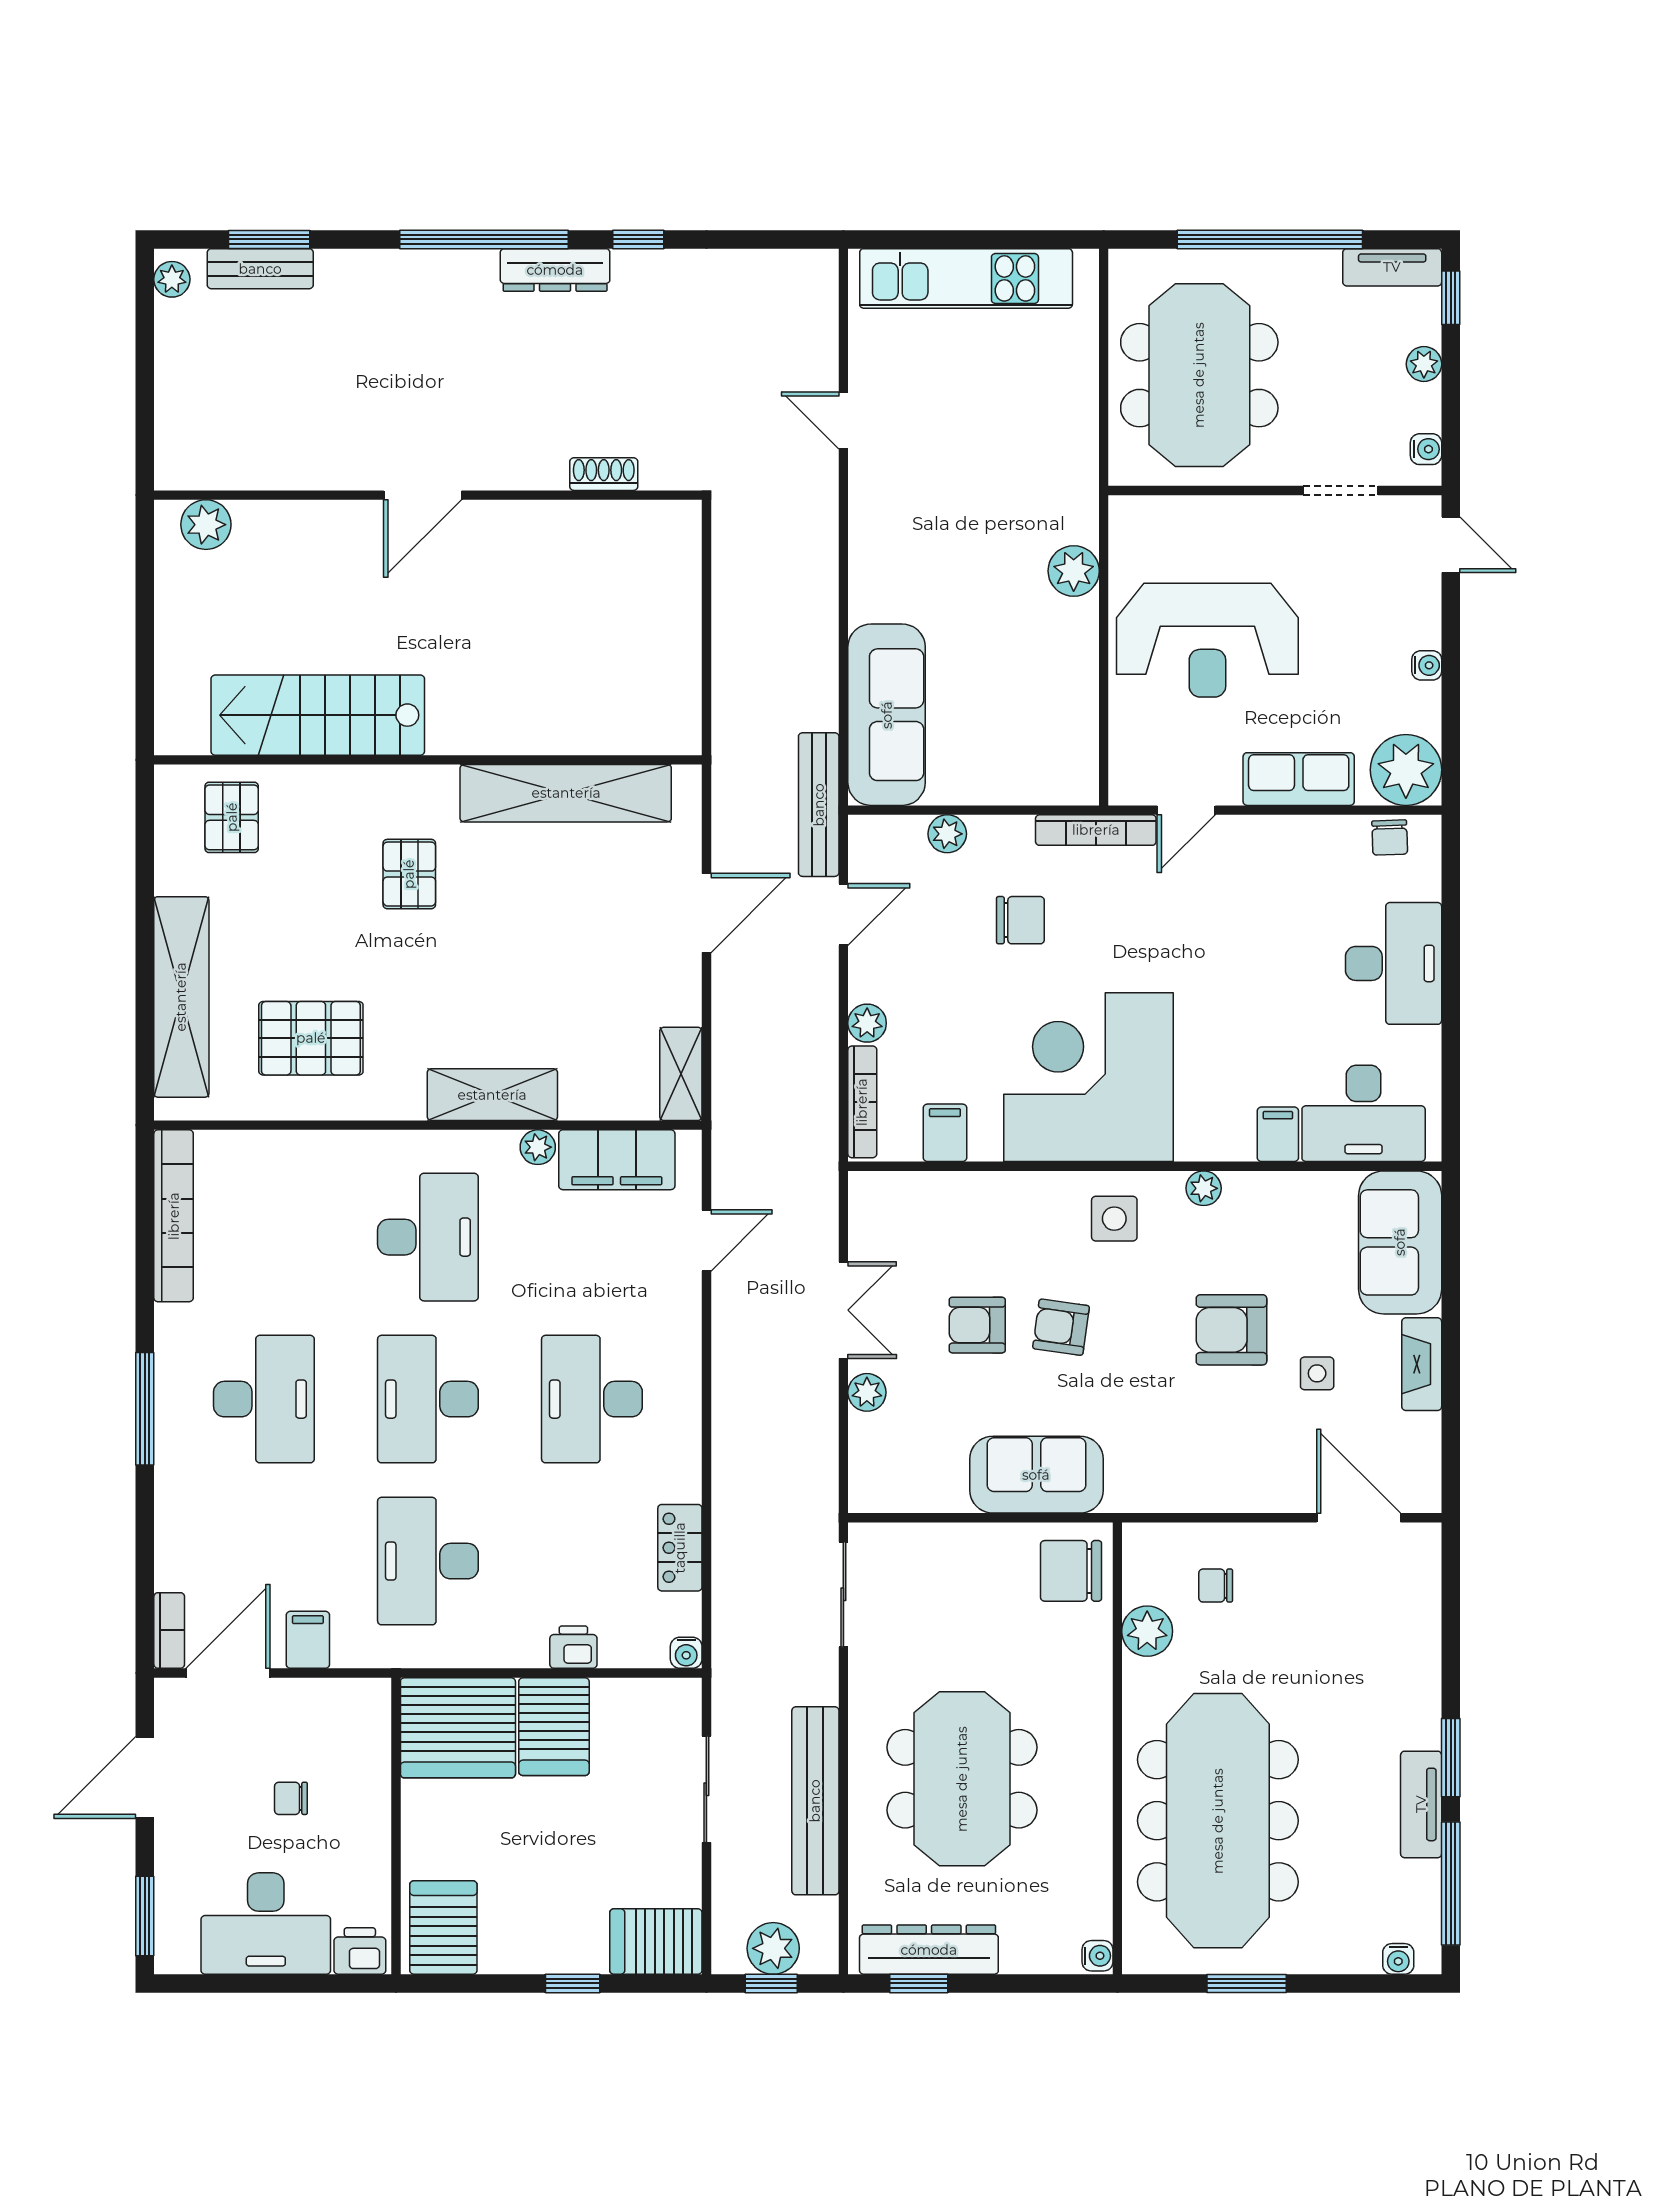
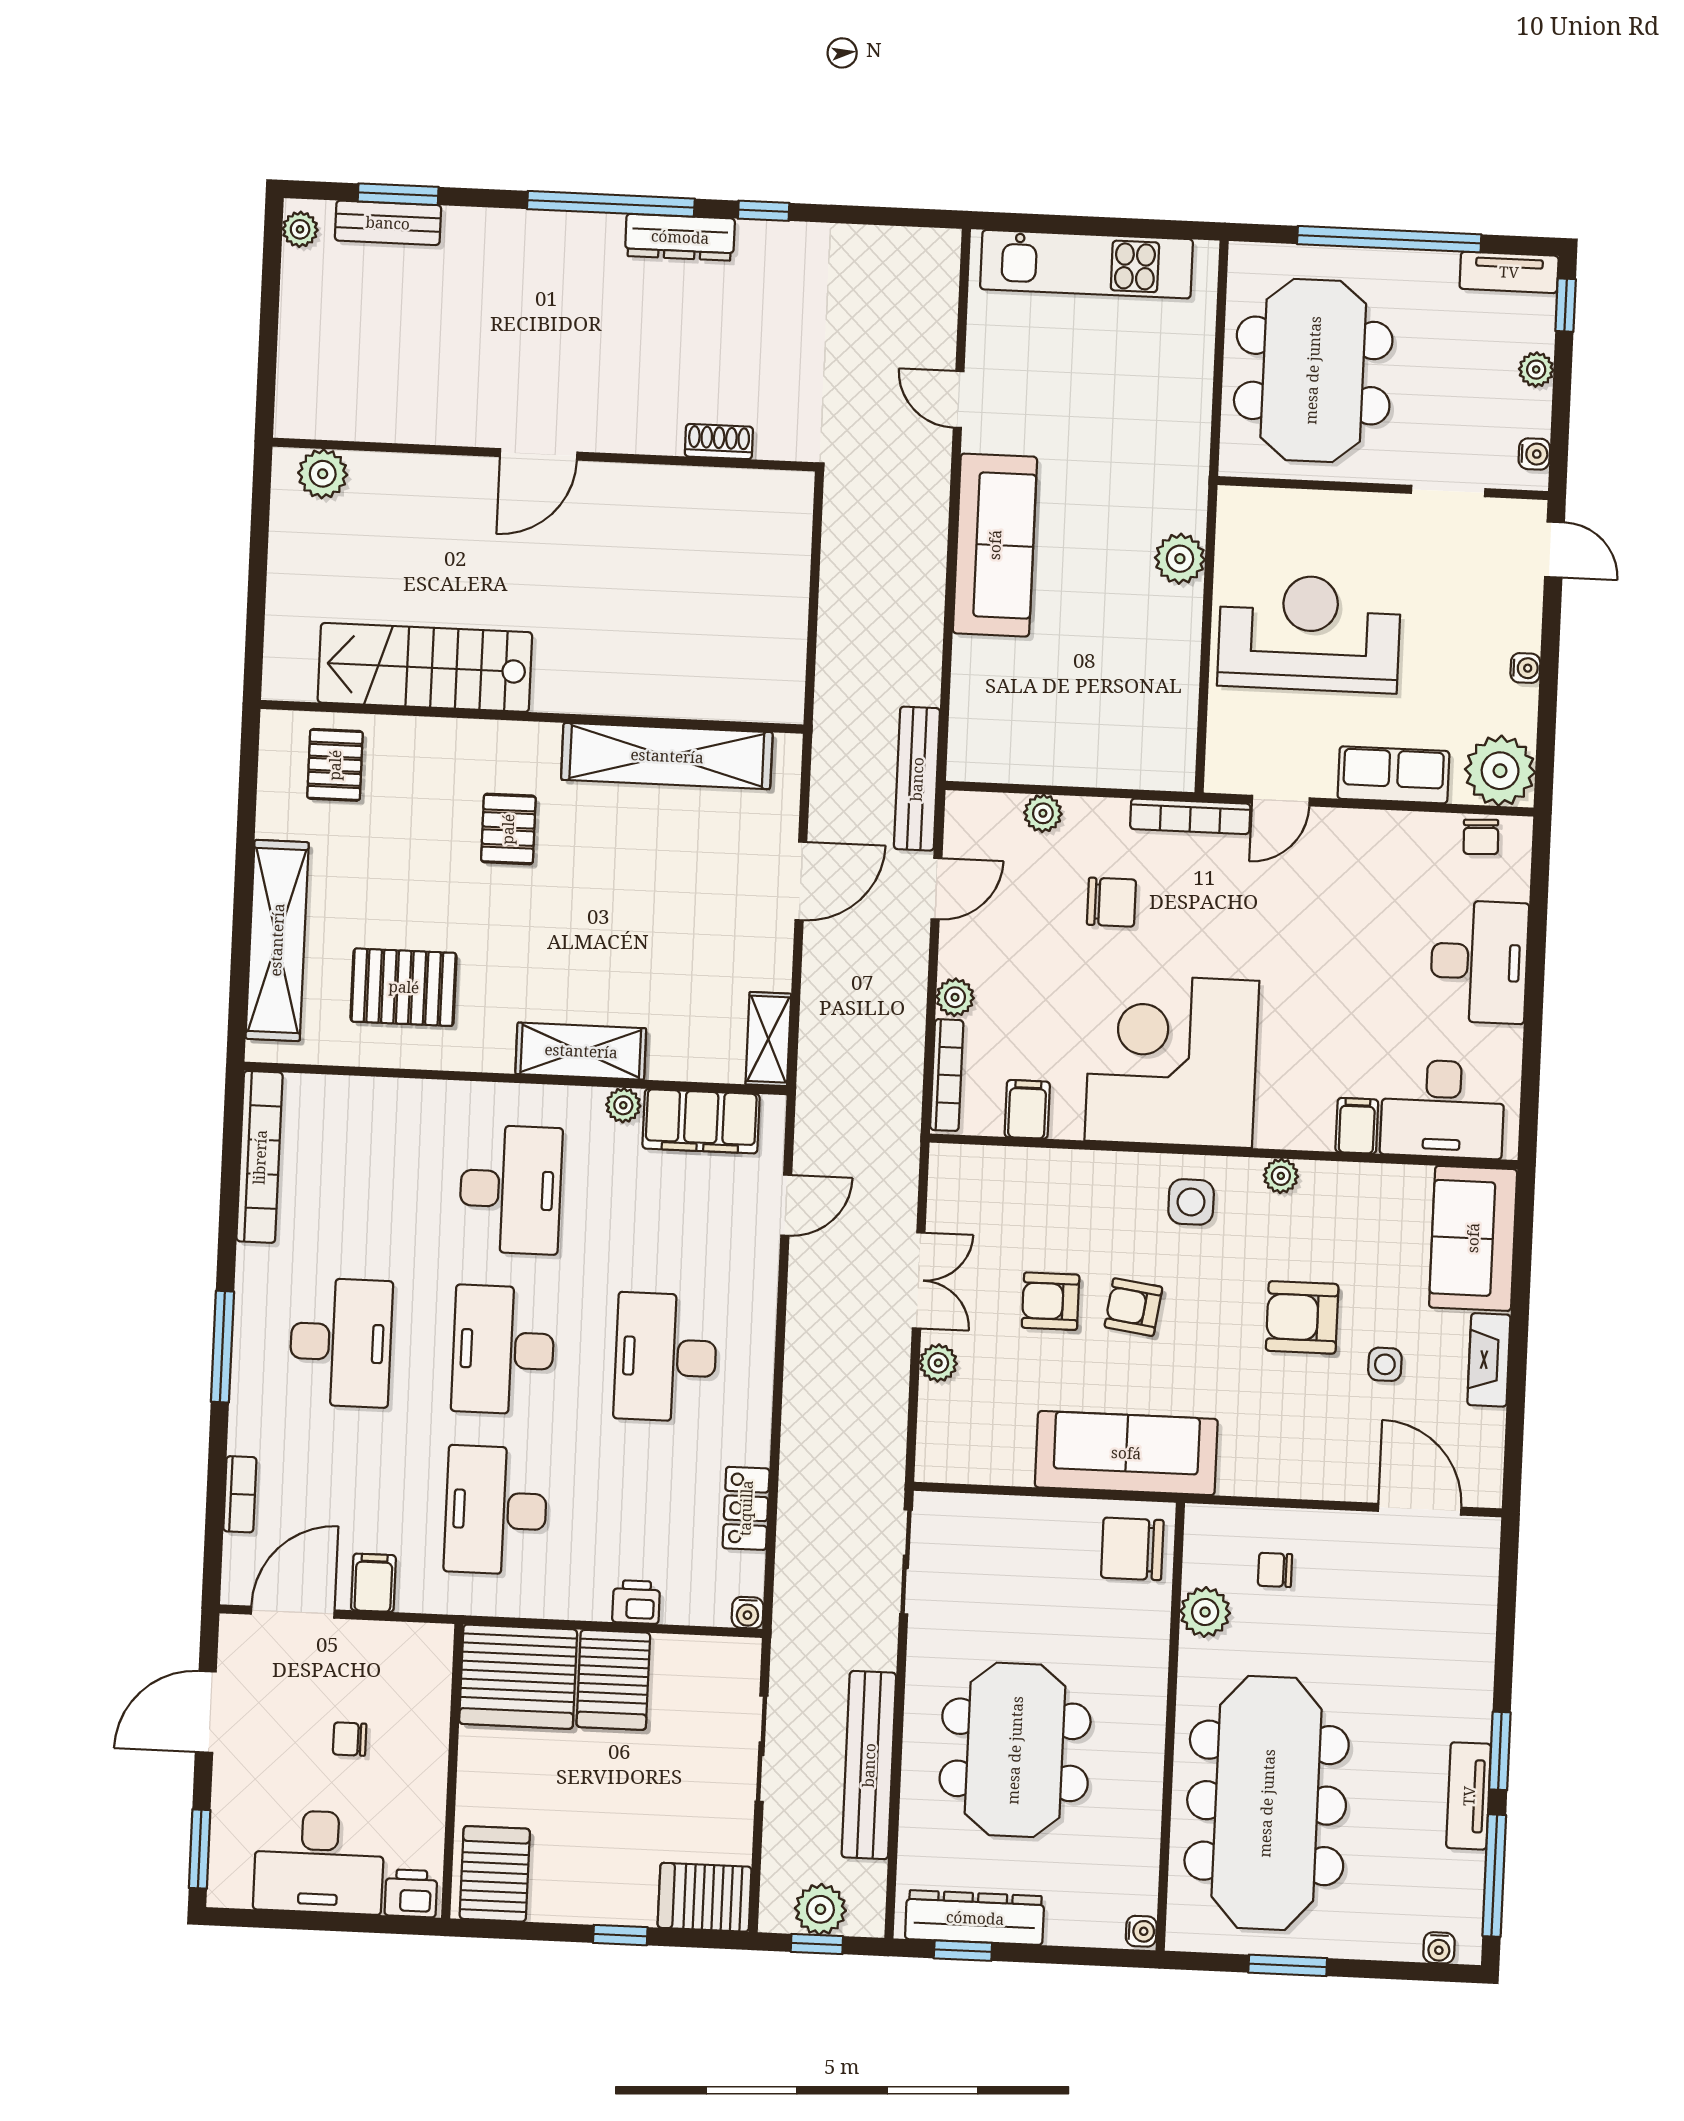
reception desk: (1207, 640) -> (1309, 633), turned 180
sofa: (887, 715) -> (995, 545), moved
sofa: (1036, 1475) -> (1126, 1453), width x1.36
bookcase: (169, 1630) -> (240, 1494), moved

